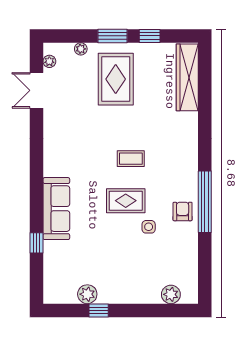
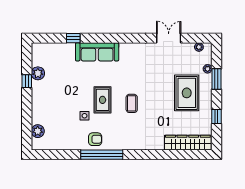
window: (113, 36) -> (216, 79), moved
rug: (116, 79) -> (187, 93), turned 90
double door: (36, 90) -> (169, 38), moved

